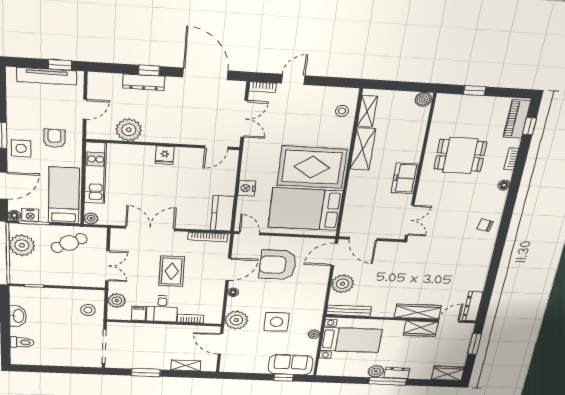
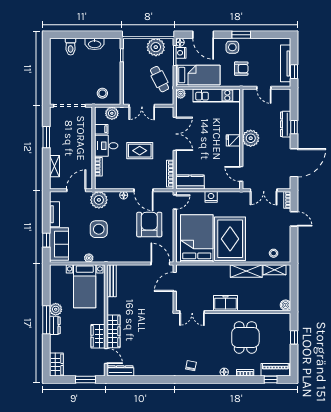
plant: (129, 130) -> (251, 138), moved
plant: (343, 284) -> (135, 273), removed
tv unit: (250, 368) -> (54, 214), added

